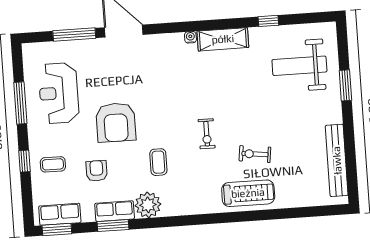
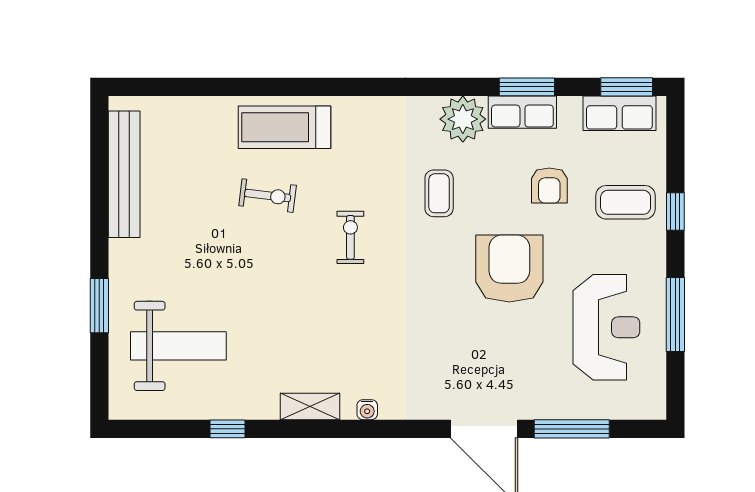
shelving: (223, 39) -> (310, 406), width x0.67, depth x0.75
coffee table: (53, 164) -> (626, 202), width x1.36, depth x1.30

